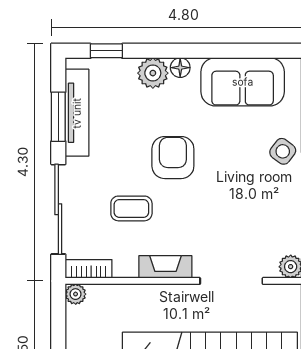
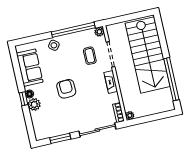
window: (106, 51) -> (24, 99), moved
tv unit: (77, 113) -> (57, 131), removed
armchair: (173, 158) -> (66, 89), turned 88
coffee table: (131, 208) -> (90, 56), moved

